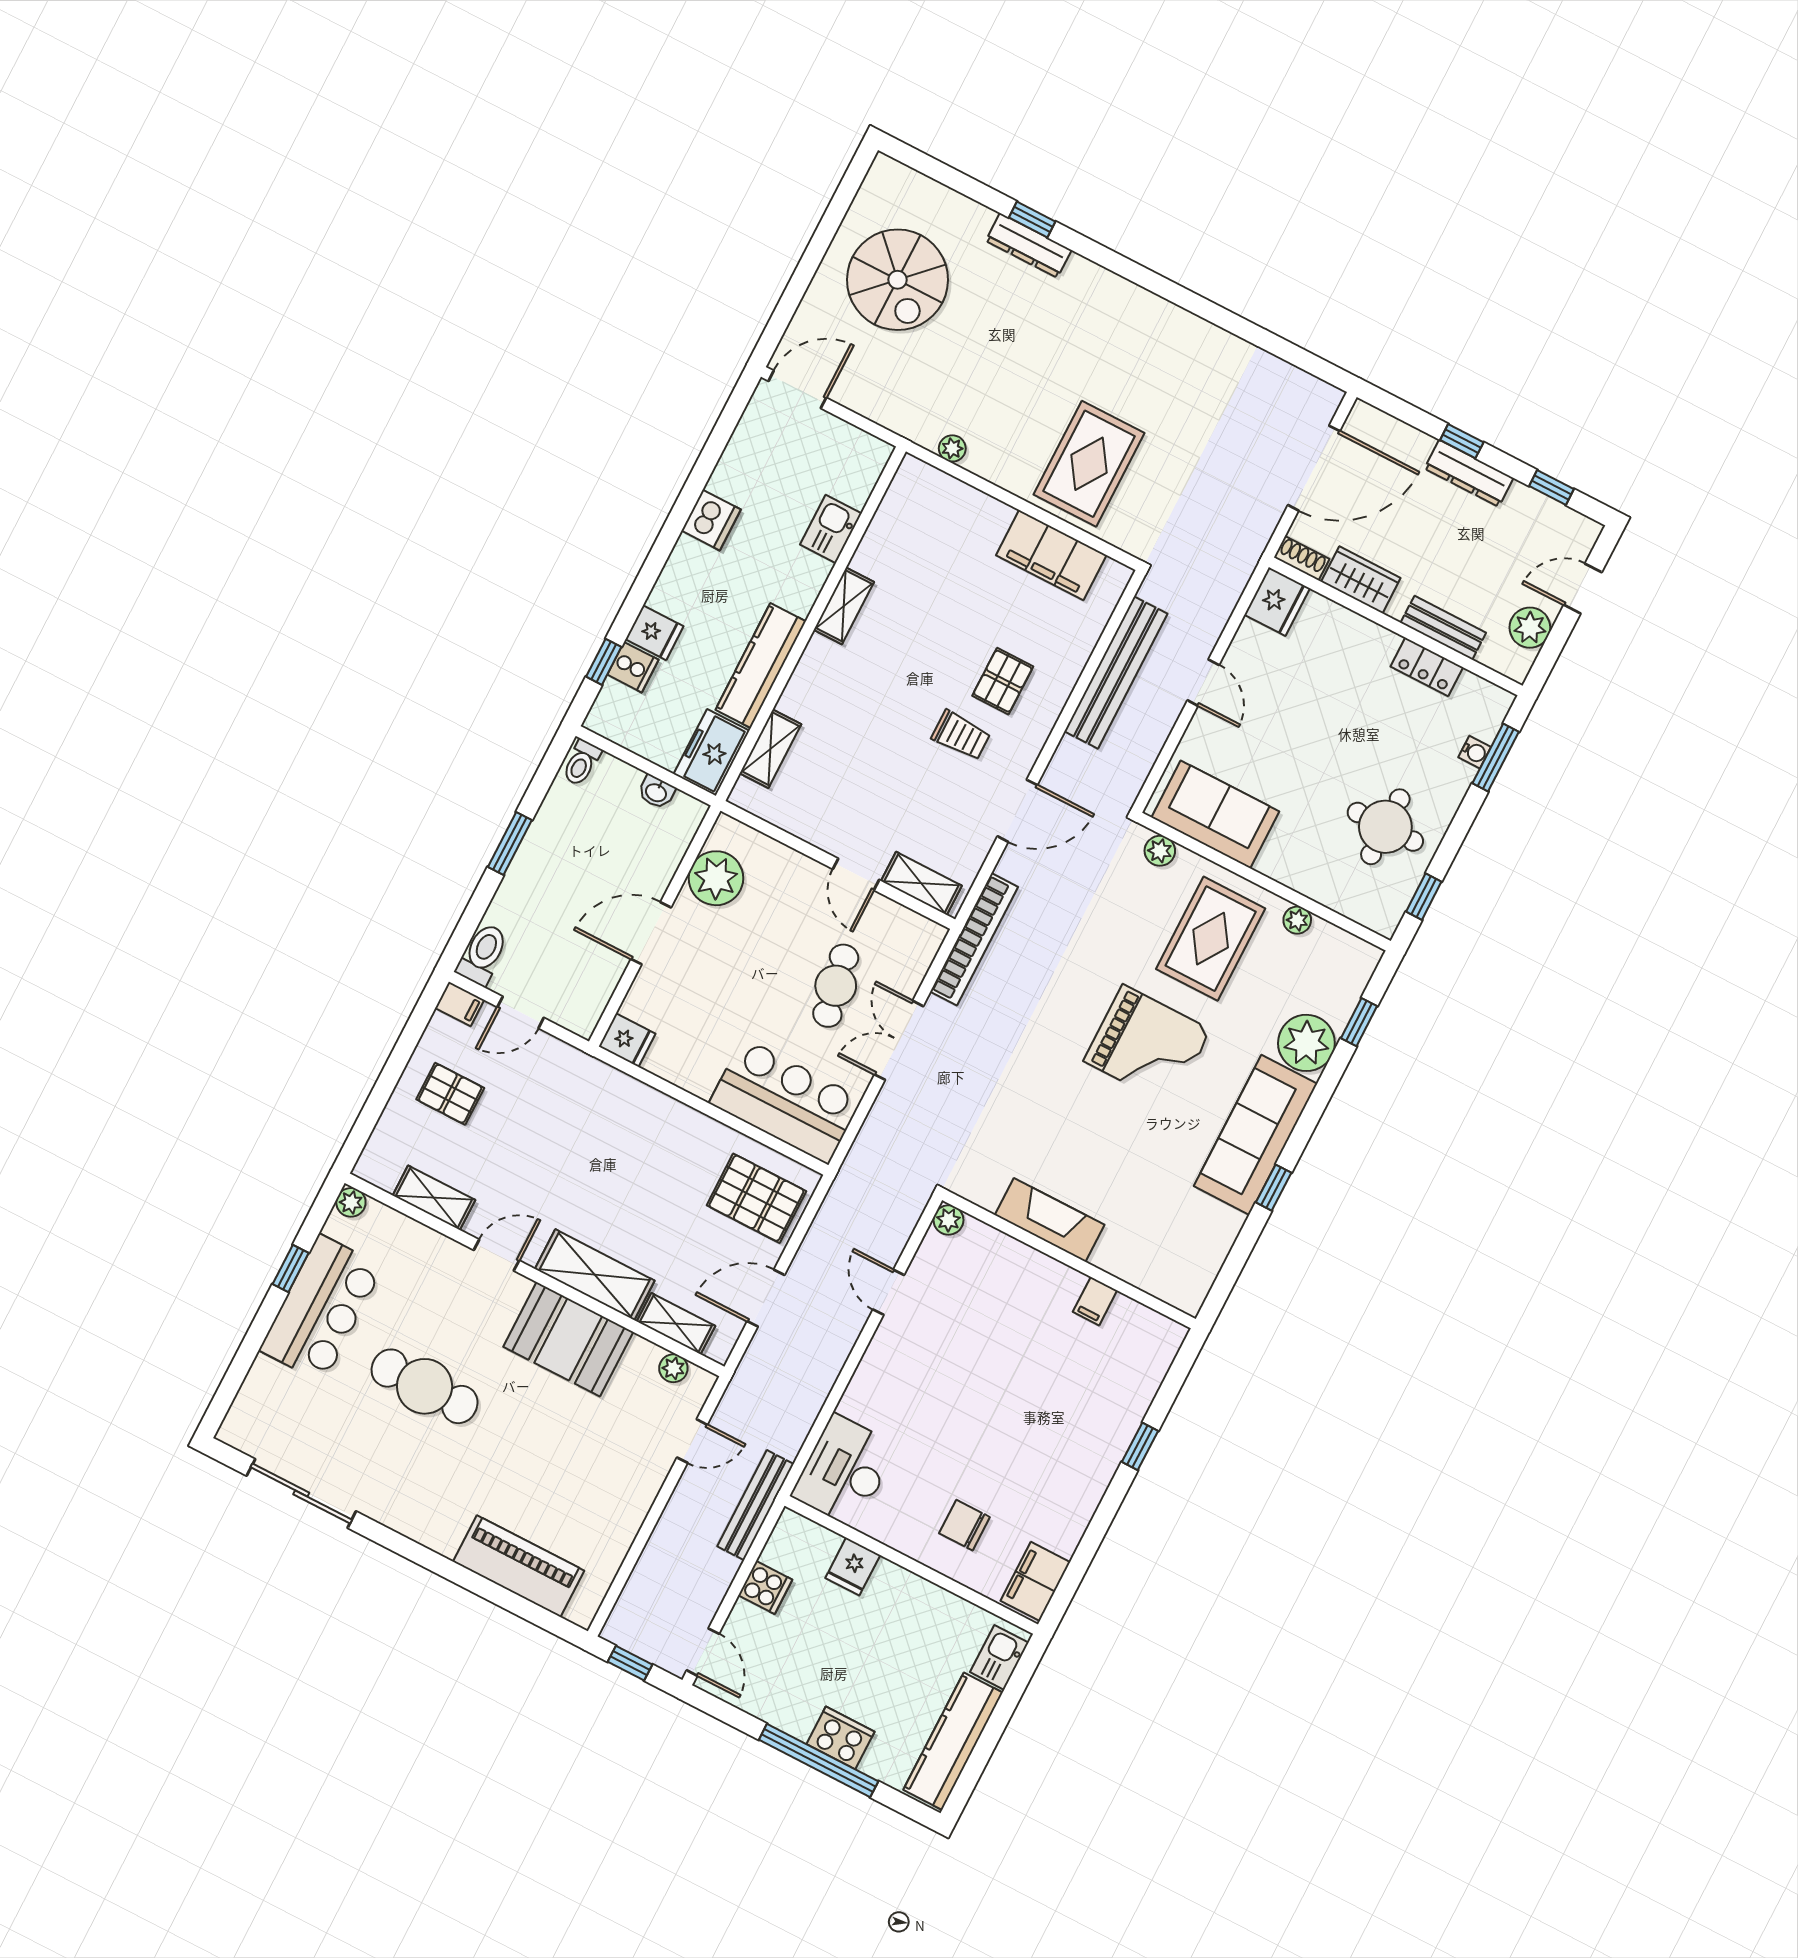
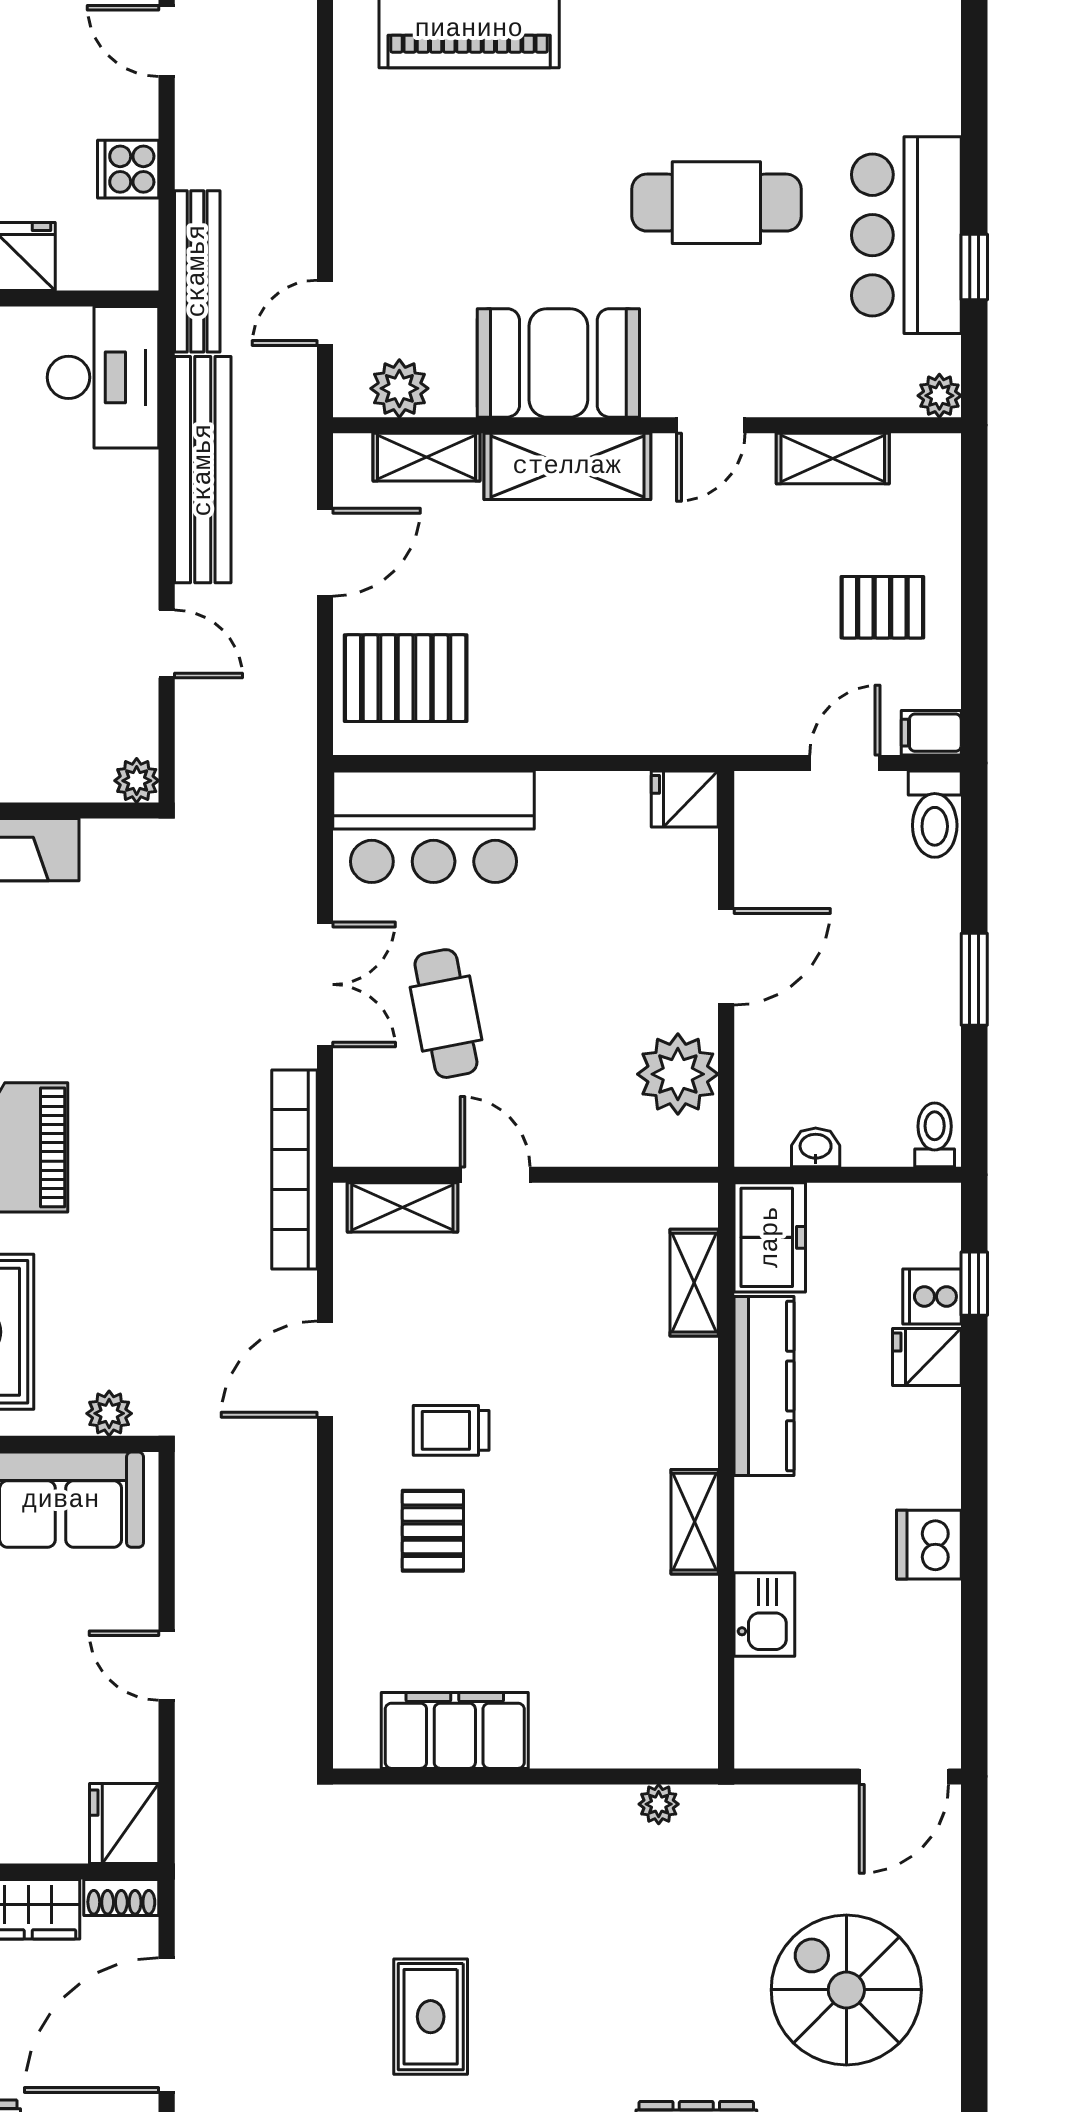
rug: (1089, 464) -> (431, 2017), moved, width x0.73, depth x0.70
bench: (1116, 673) -> (203, 470), moved
plant: (673, 1368) -> (399, 388), width x1.38, depth x1.38

